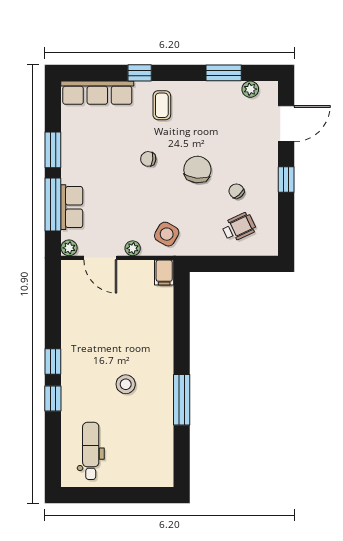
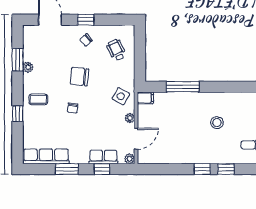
plant: (250, 89) -> (28, 67), moved
row of seats: (97, 93) -> (46, 156), moved, turned -90
chair: (236, 191) -> (86, 40), moved
window: (53, 205) -> (102, 169), width x0.46
window: (182, 400) -> (183, 87), moved

